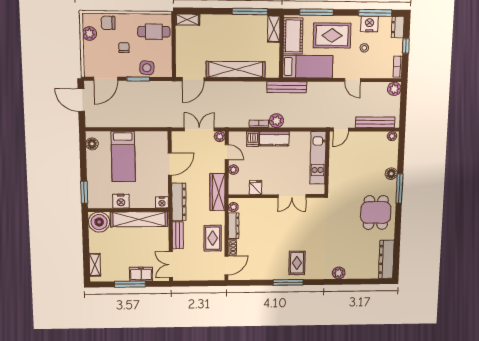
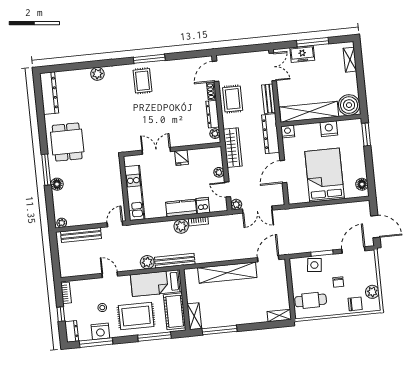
plant: (394, 89) -> (147, 262), moved
bed: (123, 157) -> (325, 175), width x1.50
fridge: (255, 187) -> (181, 158), moved

